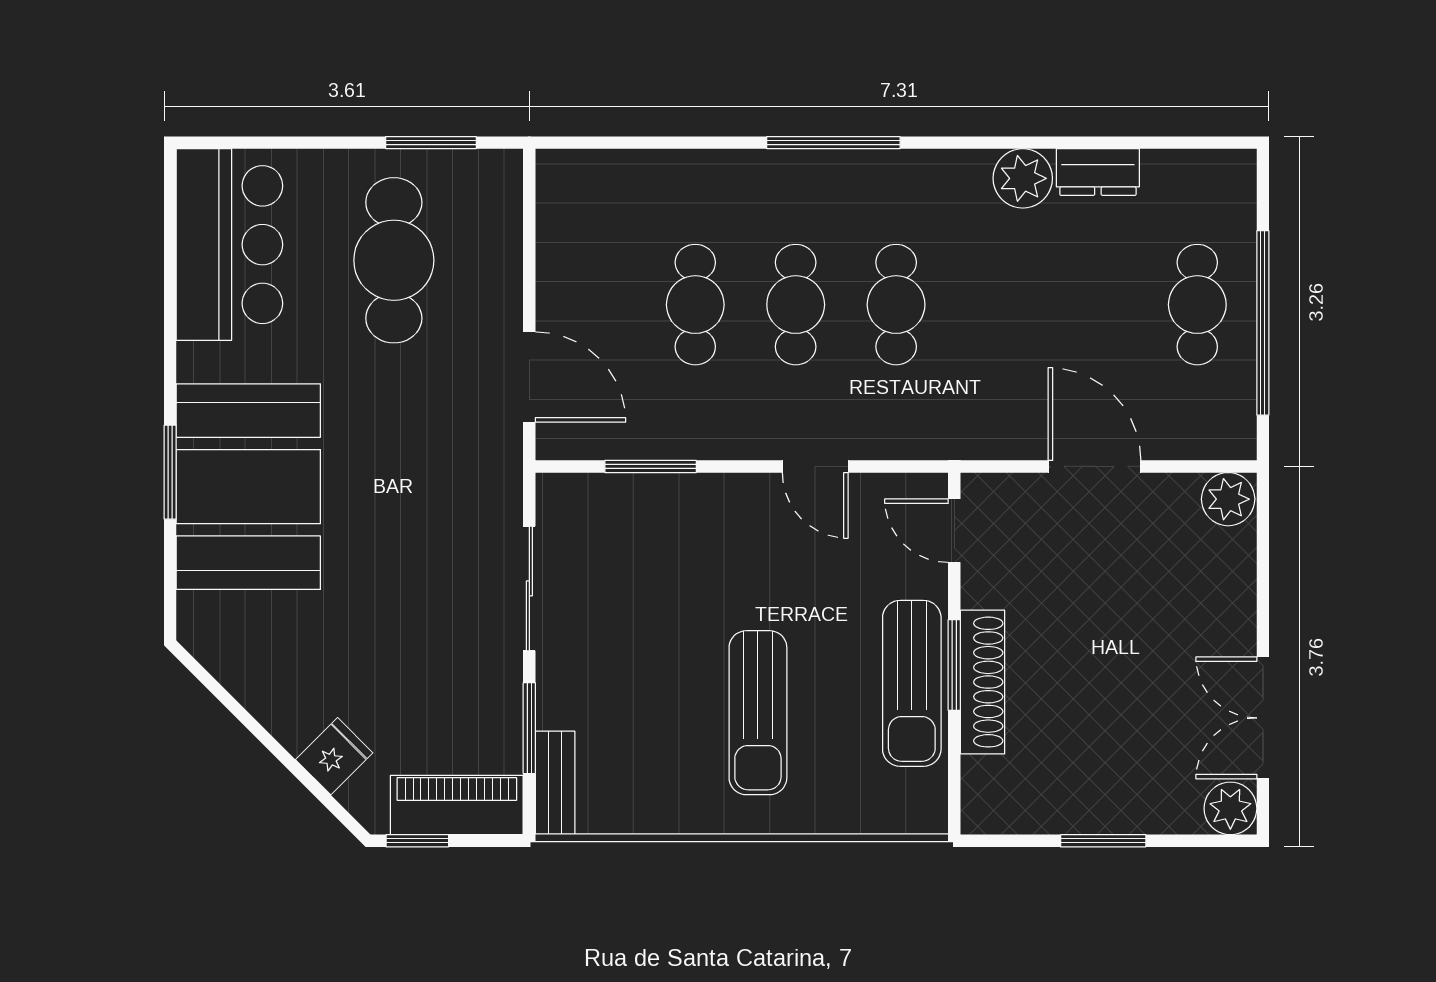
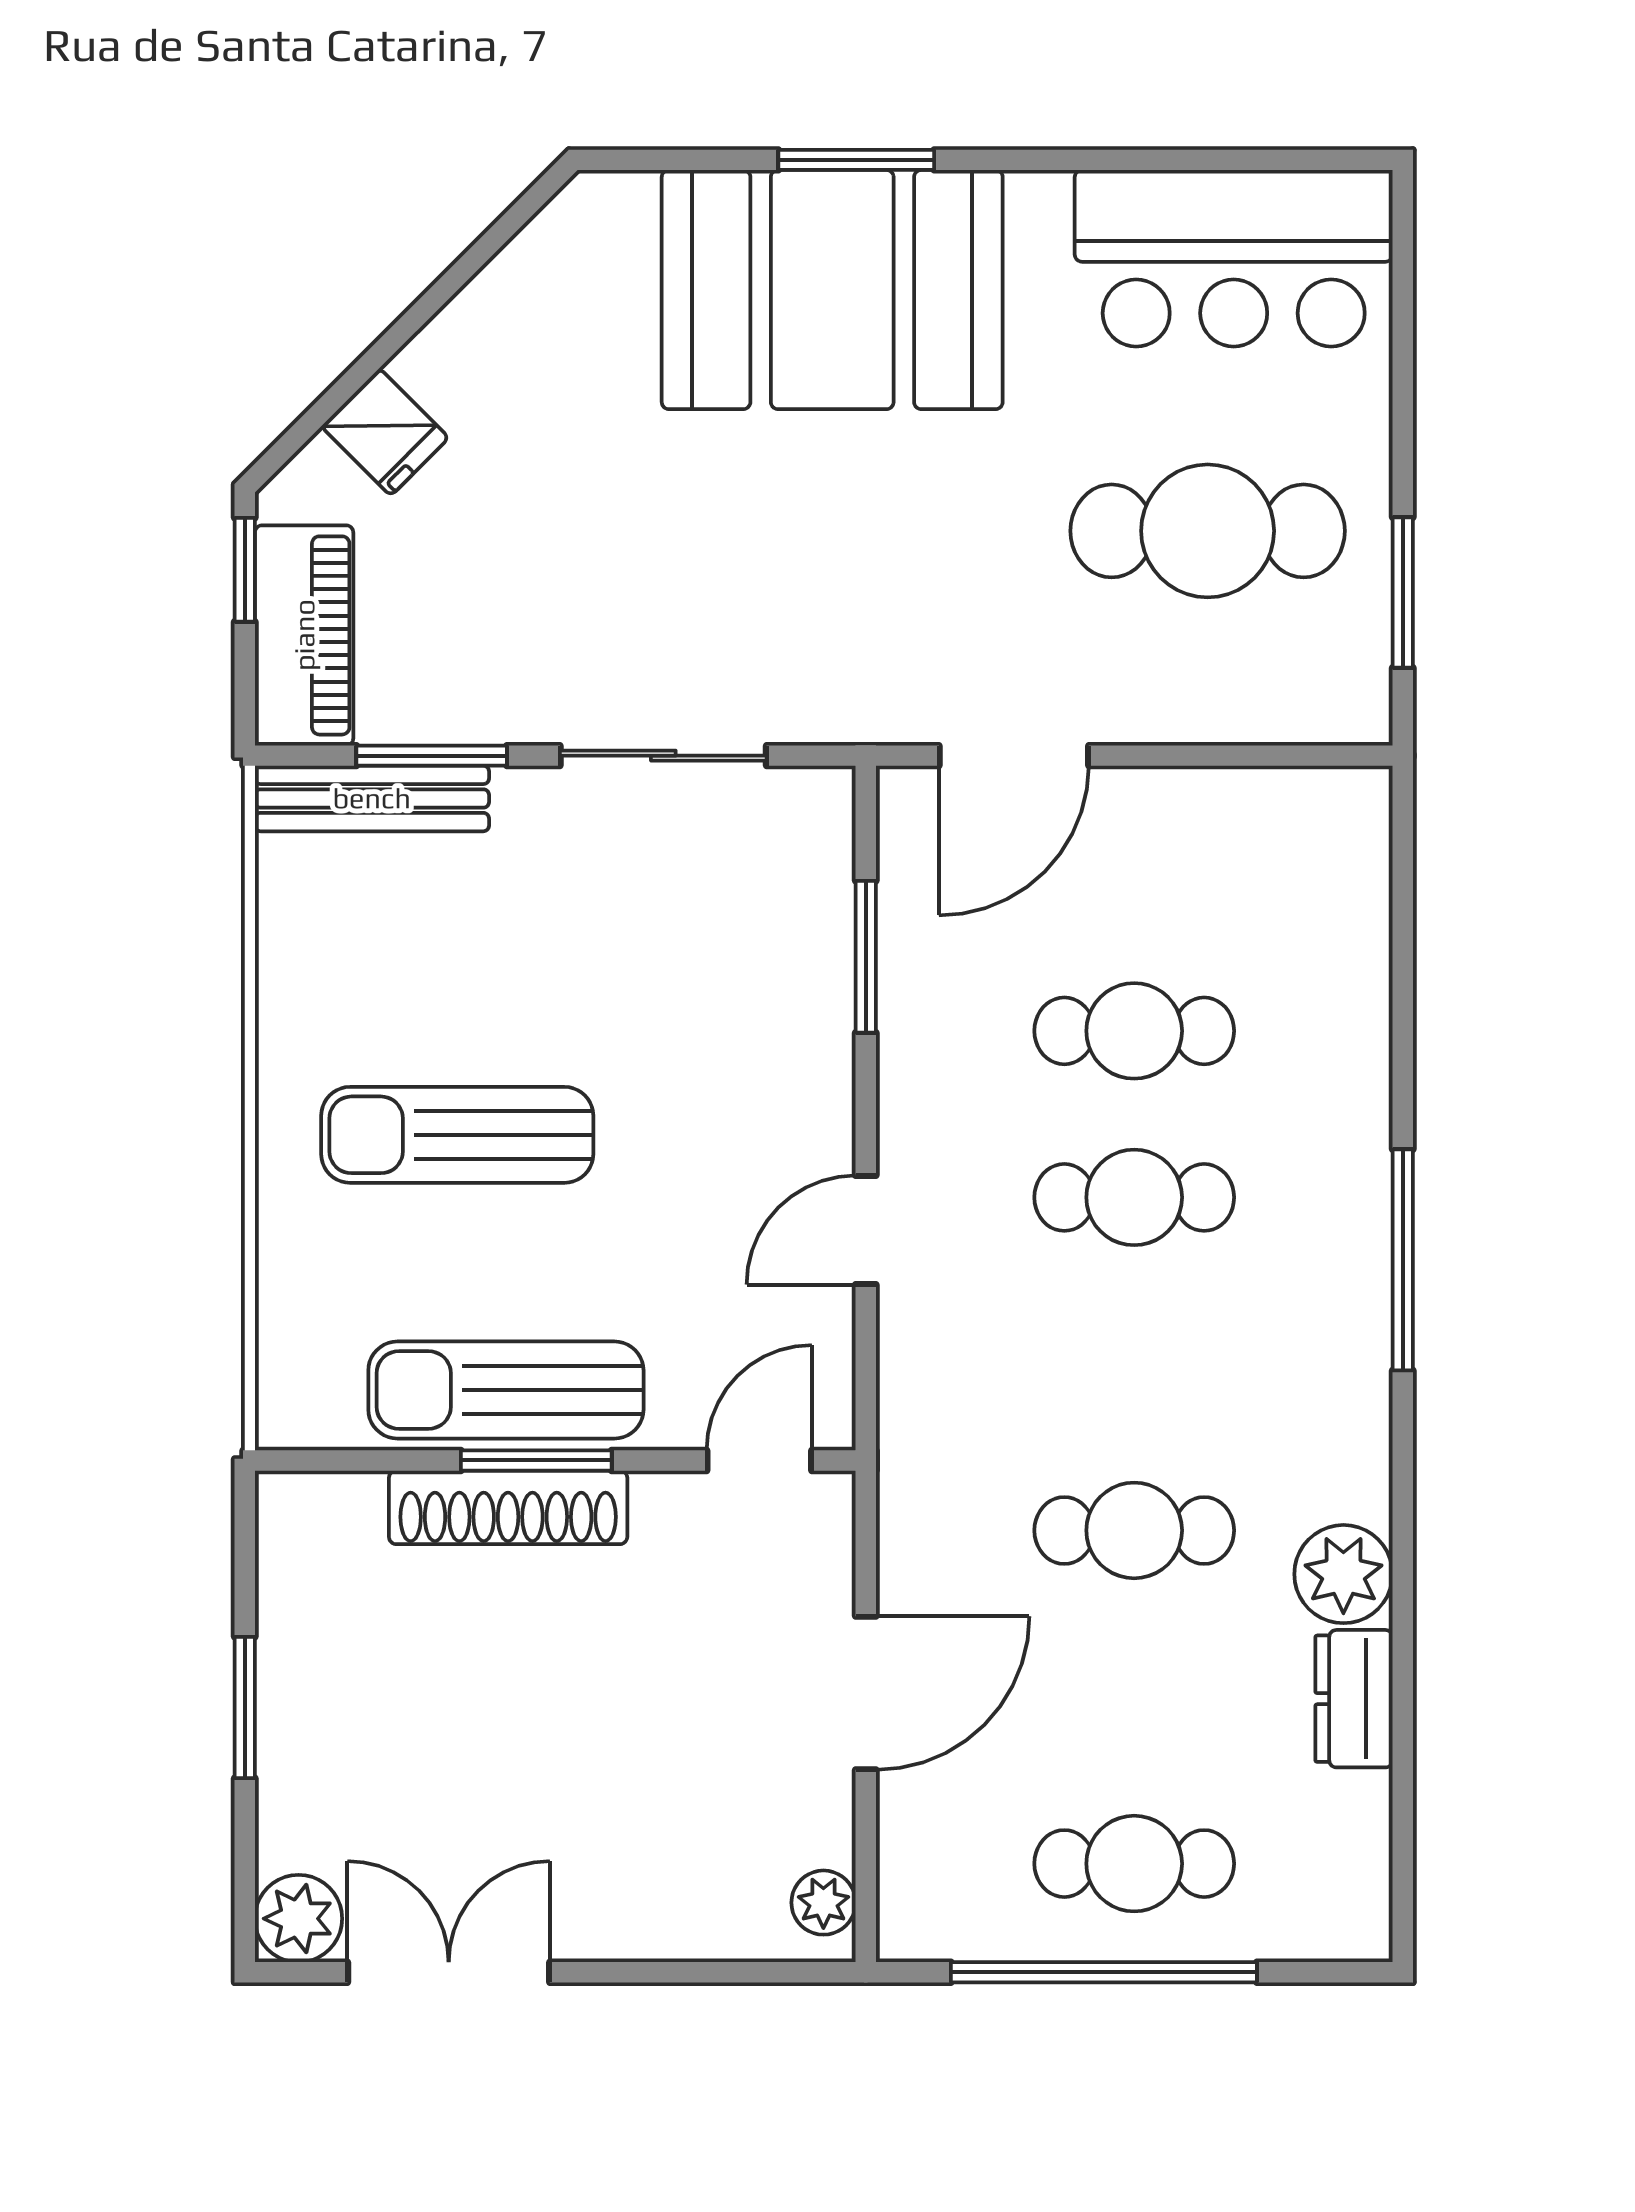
cafe table: (896, 305) -> (1134, 1530), moved
plant: (1228, 499) -> (823, 1903), width x0.73, depth x0.73
bench: (555, 783) -> (372, 798), width x1.36

